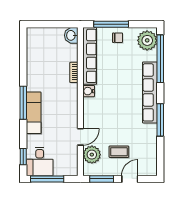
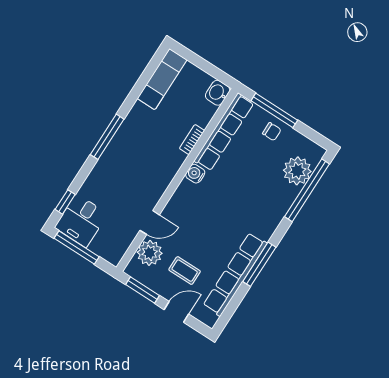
plant: (147, 40) -> (297, 171), moved
row of seats: (150, 92) -> (235, 274), moved
exam couch: (34, 113) -> (162, 79), moved

